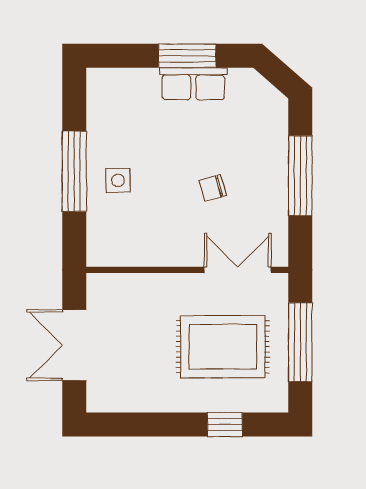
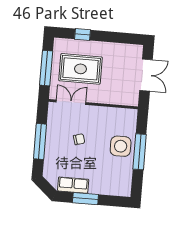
row of seats: (193, 84) -> (73, 185), moved
side table: (118, 180) -> (121, 146), width x1.87, depth x1.87
double door: (238, 270) -> (71, 102), swing flipped

